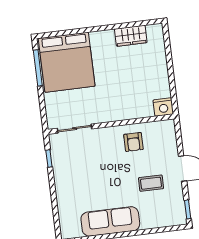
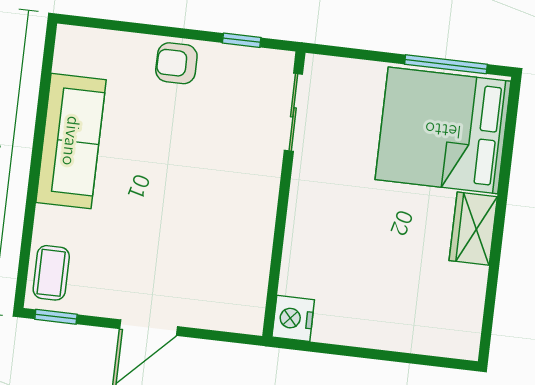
wardrobe: (131, 36) -> (473, 229), moved
armchair: (133, 142) -> (176, 63), moved
coffee table: (151, 183) -> (51, 273), moved

